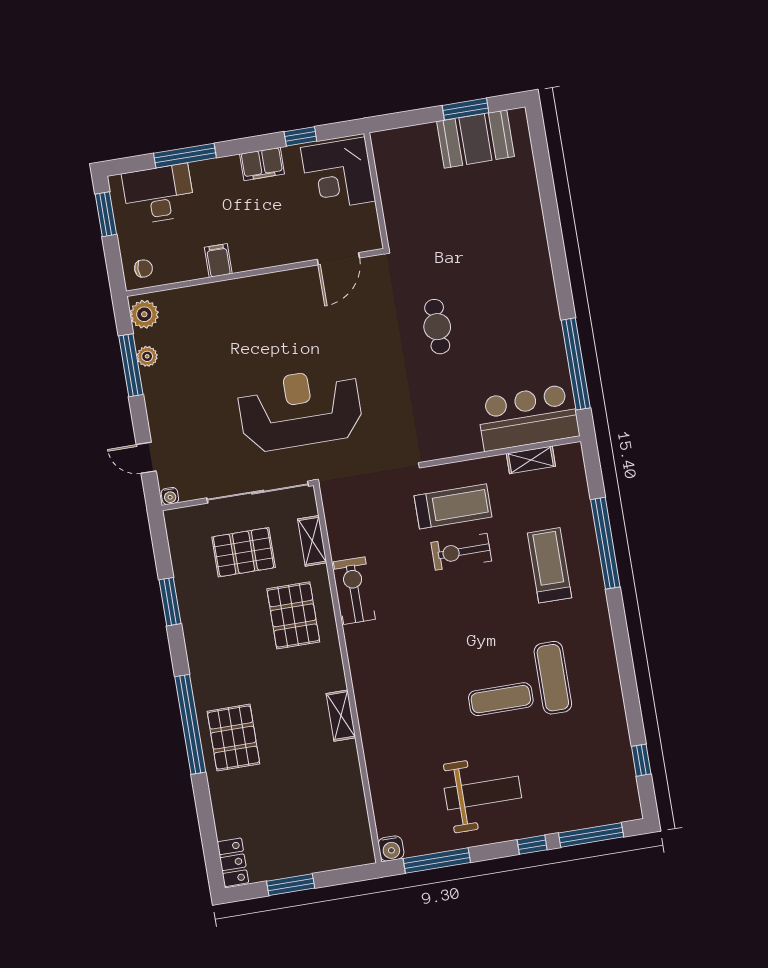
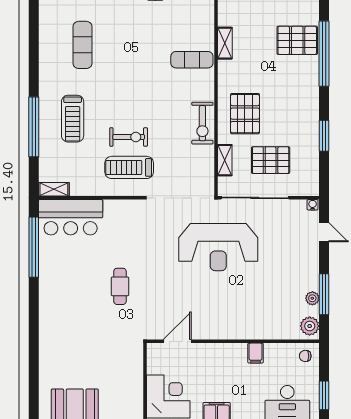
shelving: (531, 460) -> (54, 189), moved
exercise mat: (501, 699) -> (192, 60), moved
pallet: (233, 738) -> (297, 40), turned 90

